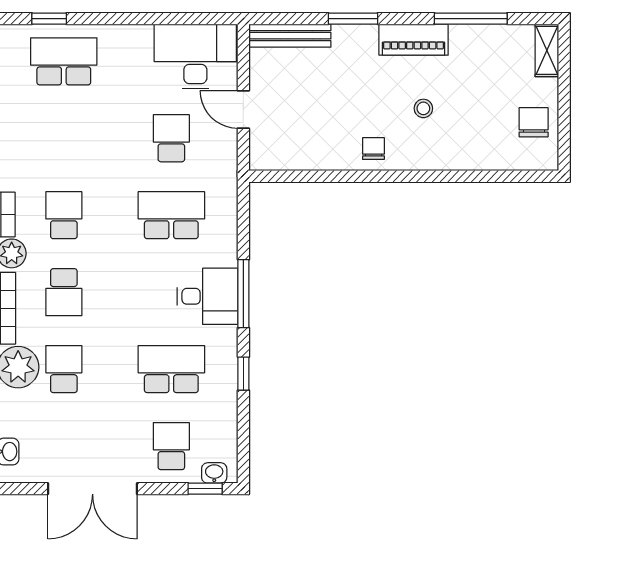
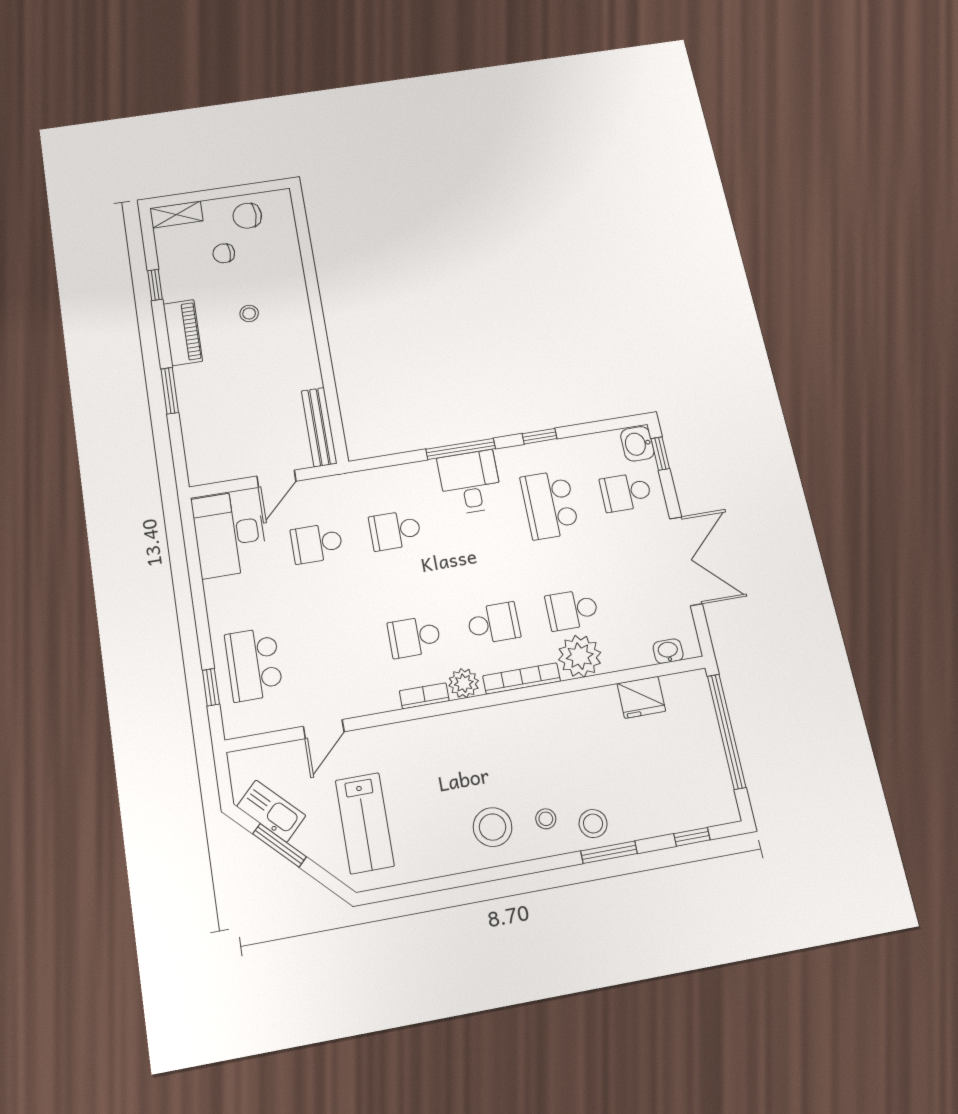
window: (471, 19) -> (155, 285), width x0.46
bench: (290, 36) -> (319, 427), moved
chair: (373, 149) -> (224, 253), moved
school desk: (171, 215) -> (395, 530), width x0.54
washbasin: (214, 473) -> (637, 444), width x1.38, depth x1.45

